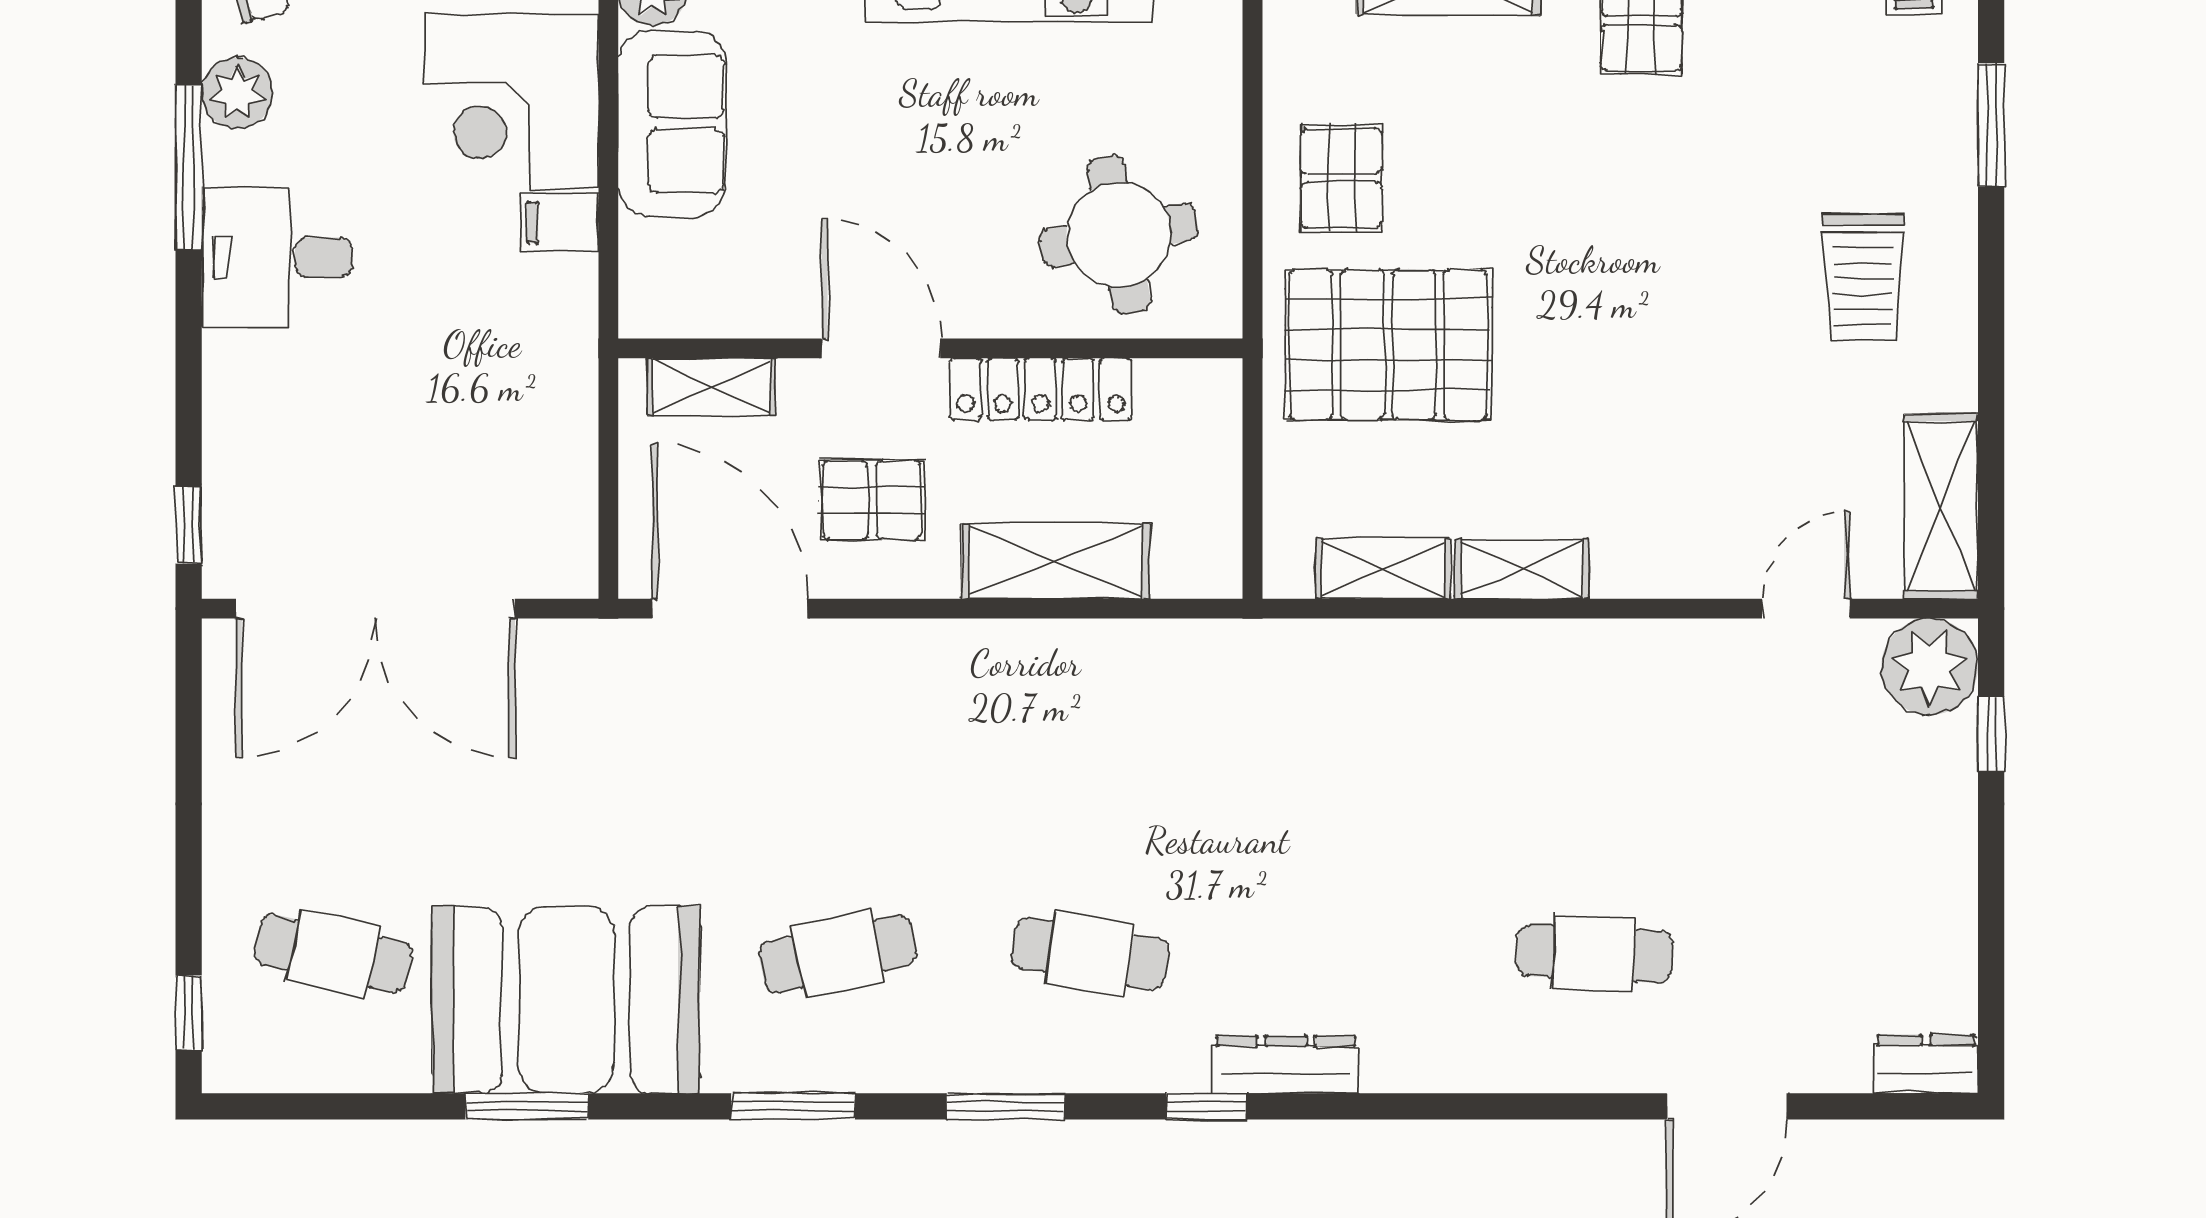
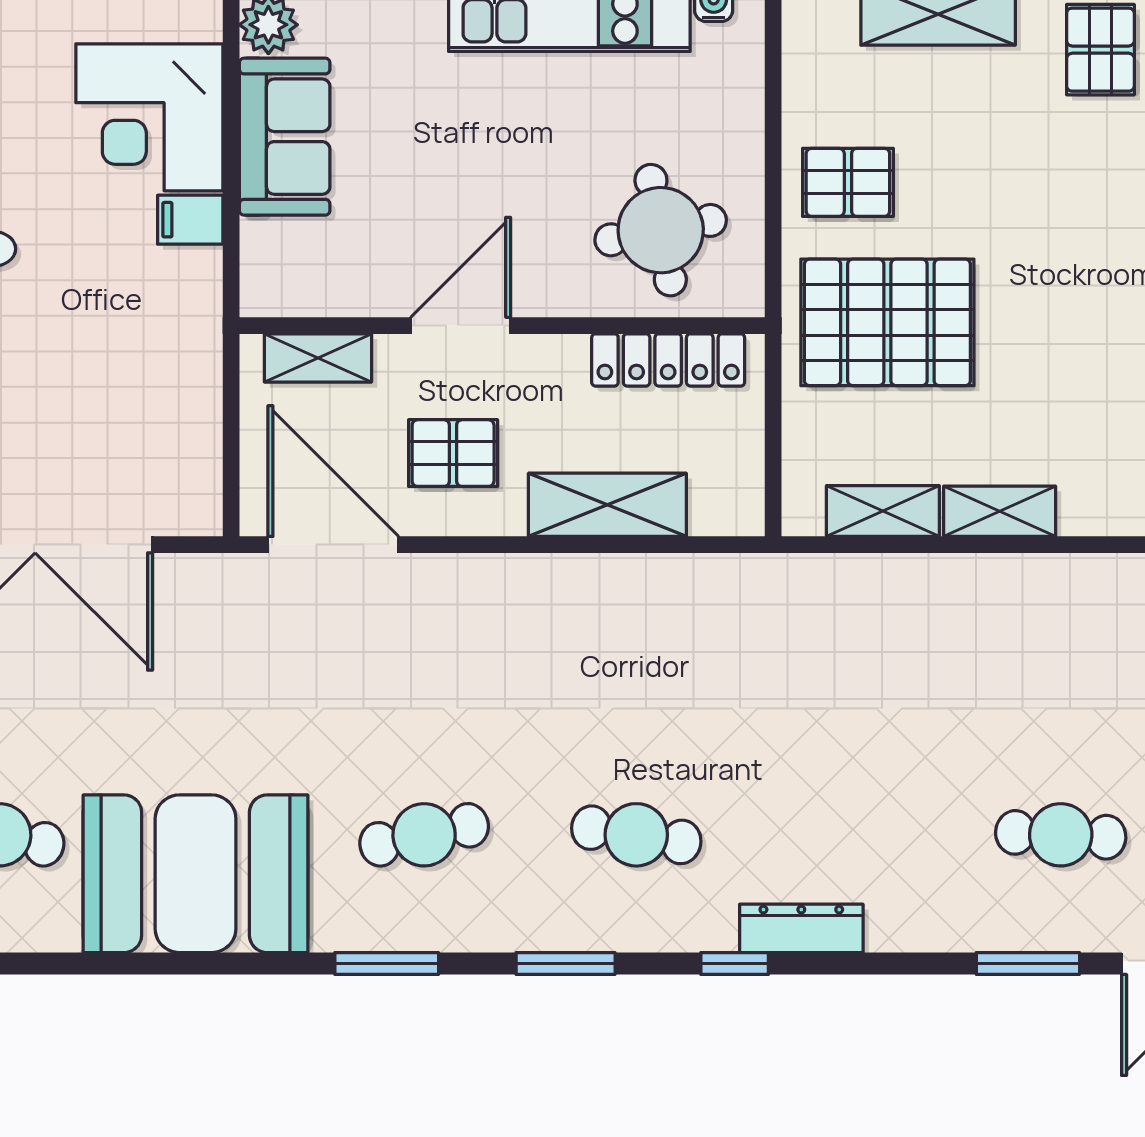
pallet: (1341, 178) -> (848, 182), turned 90
door: (881, 348) -> (461, 326), hinge flipped
locker: (1041, 389) -> (668, 360), moved
window: (527, 1106) -> (1028, 963), moved

